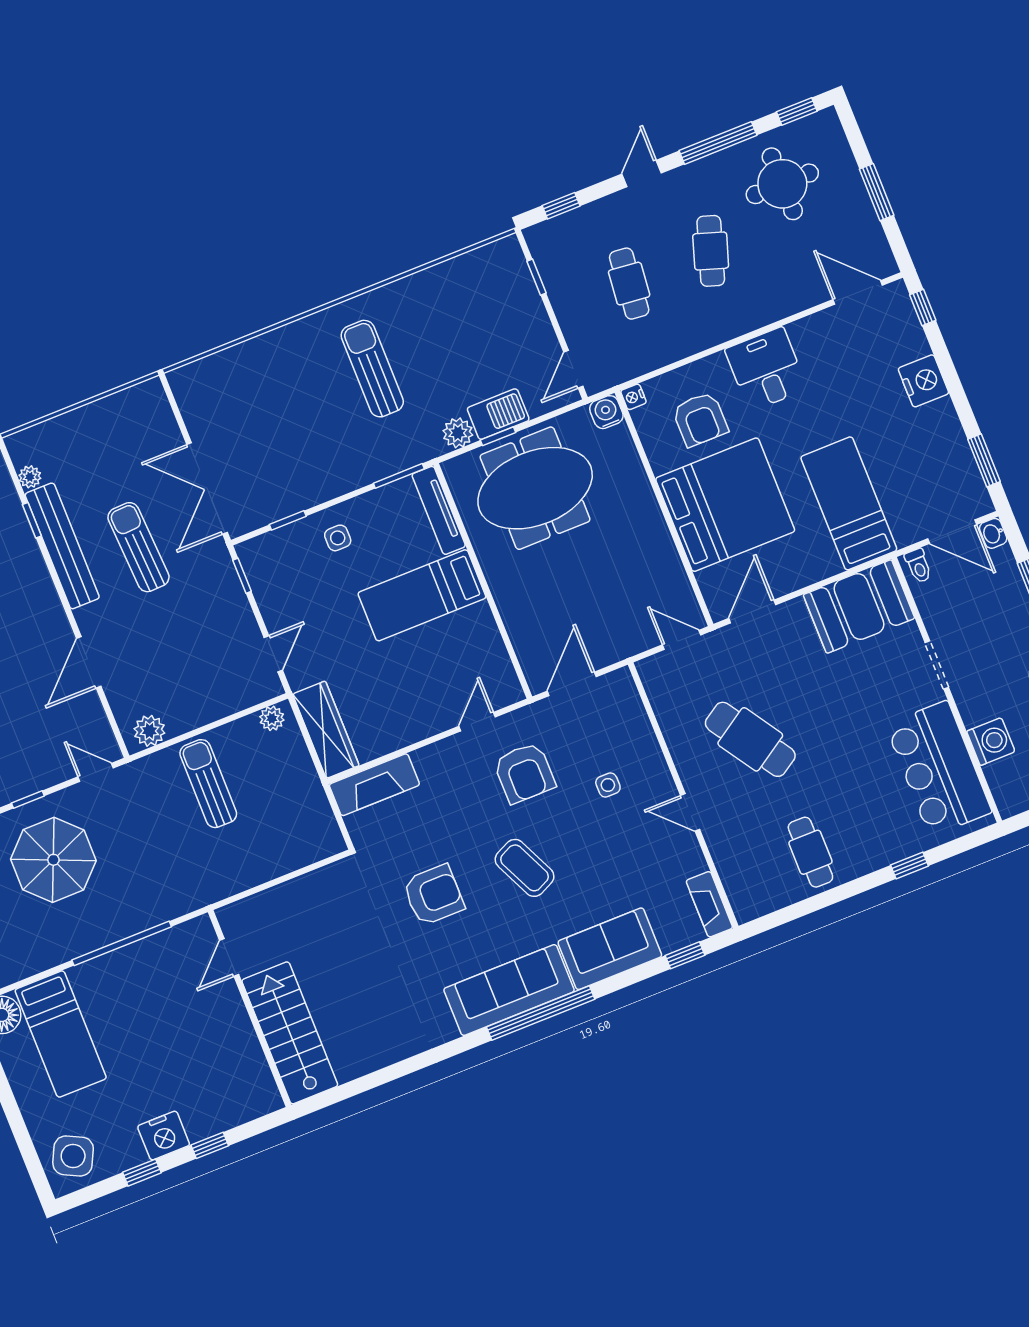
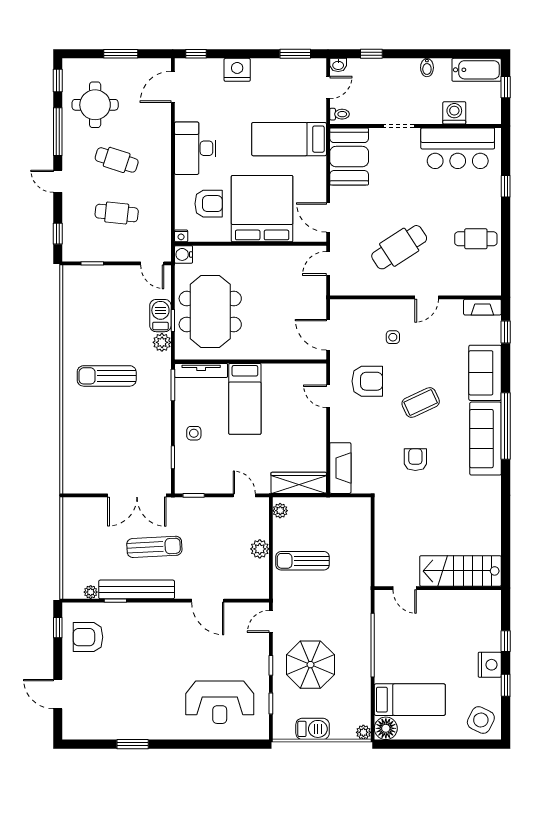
desk: (766, 369) -> (195, 148), width x1.37
door: (952, 532) -> (328, 88), width x0.73
sun lounger: (138, 547) -> (154, 547), turned 180
plant: (149, 731) -> (260, 549), moved
armchair: (433, 895) -> (415, 460), width x0.72, depth x0.72

